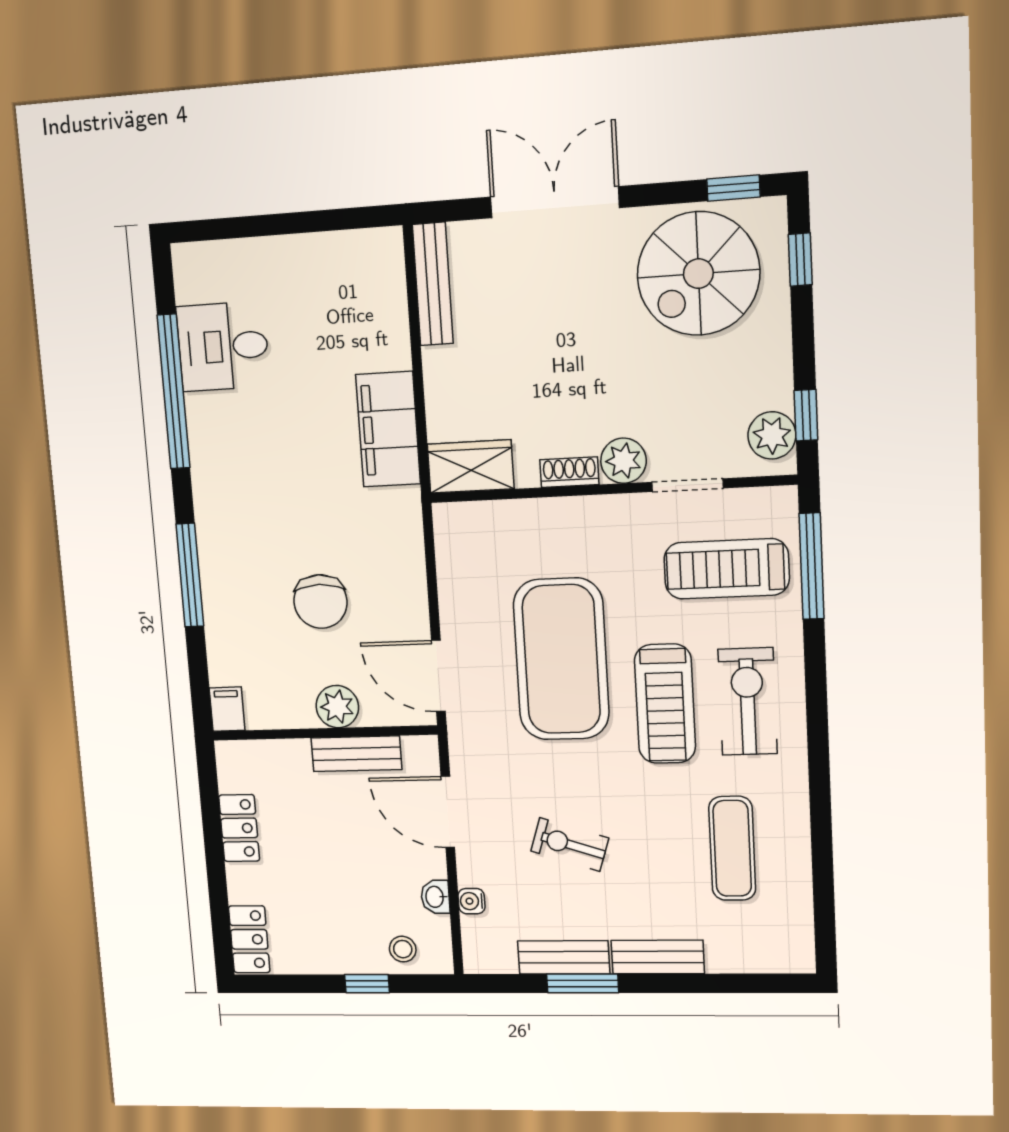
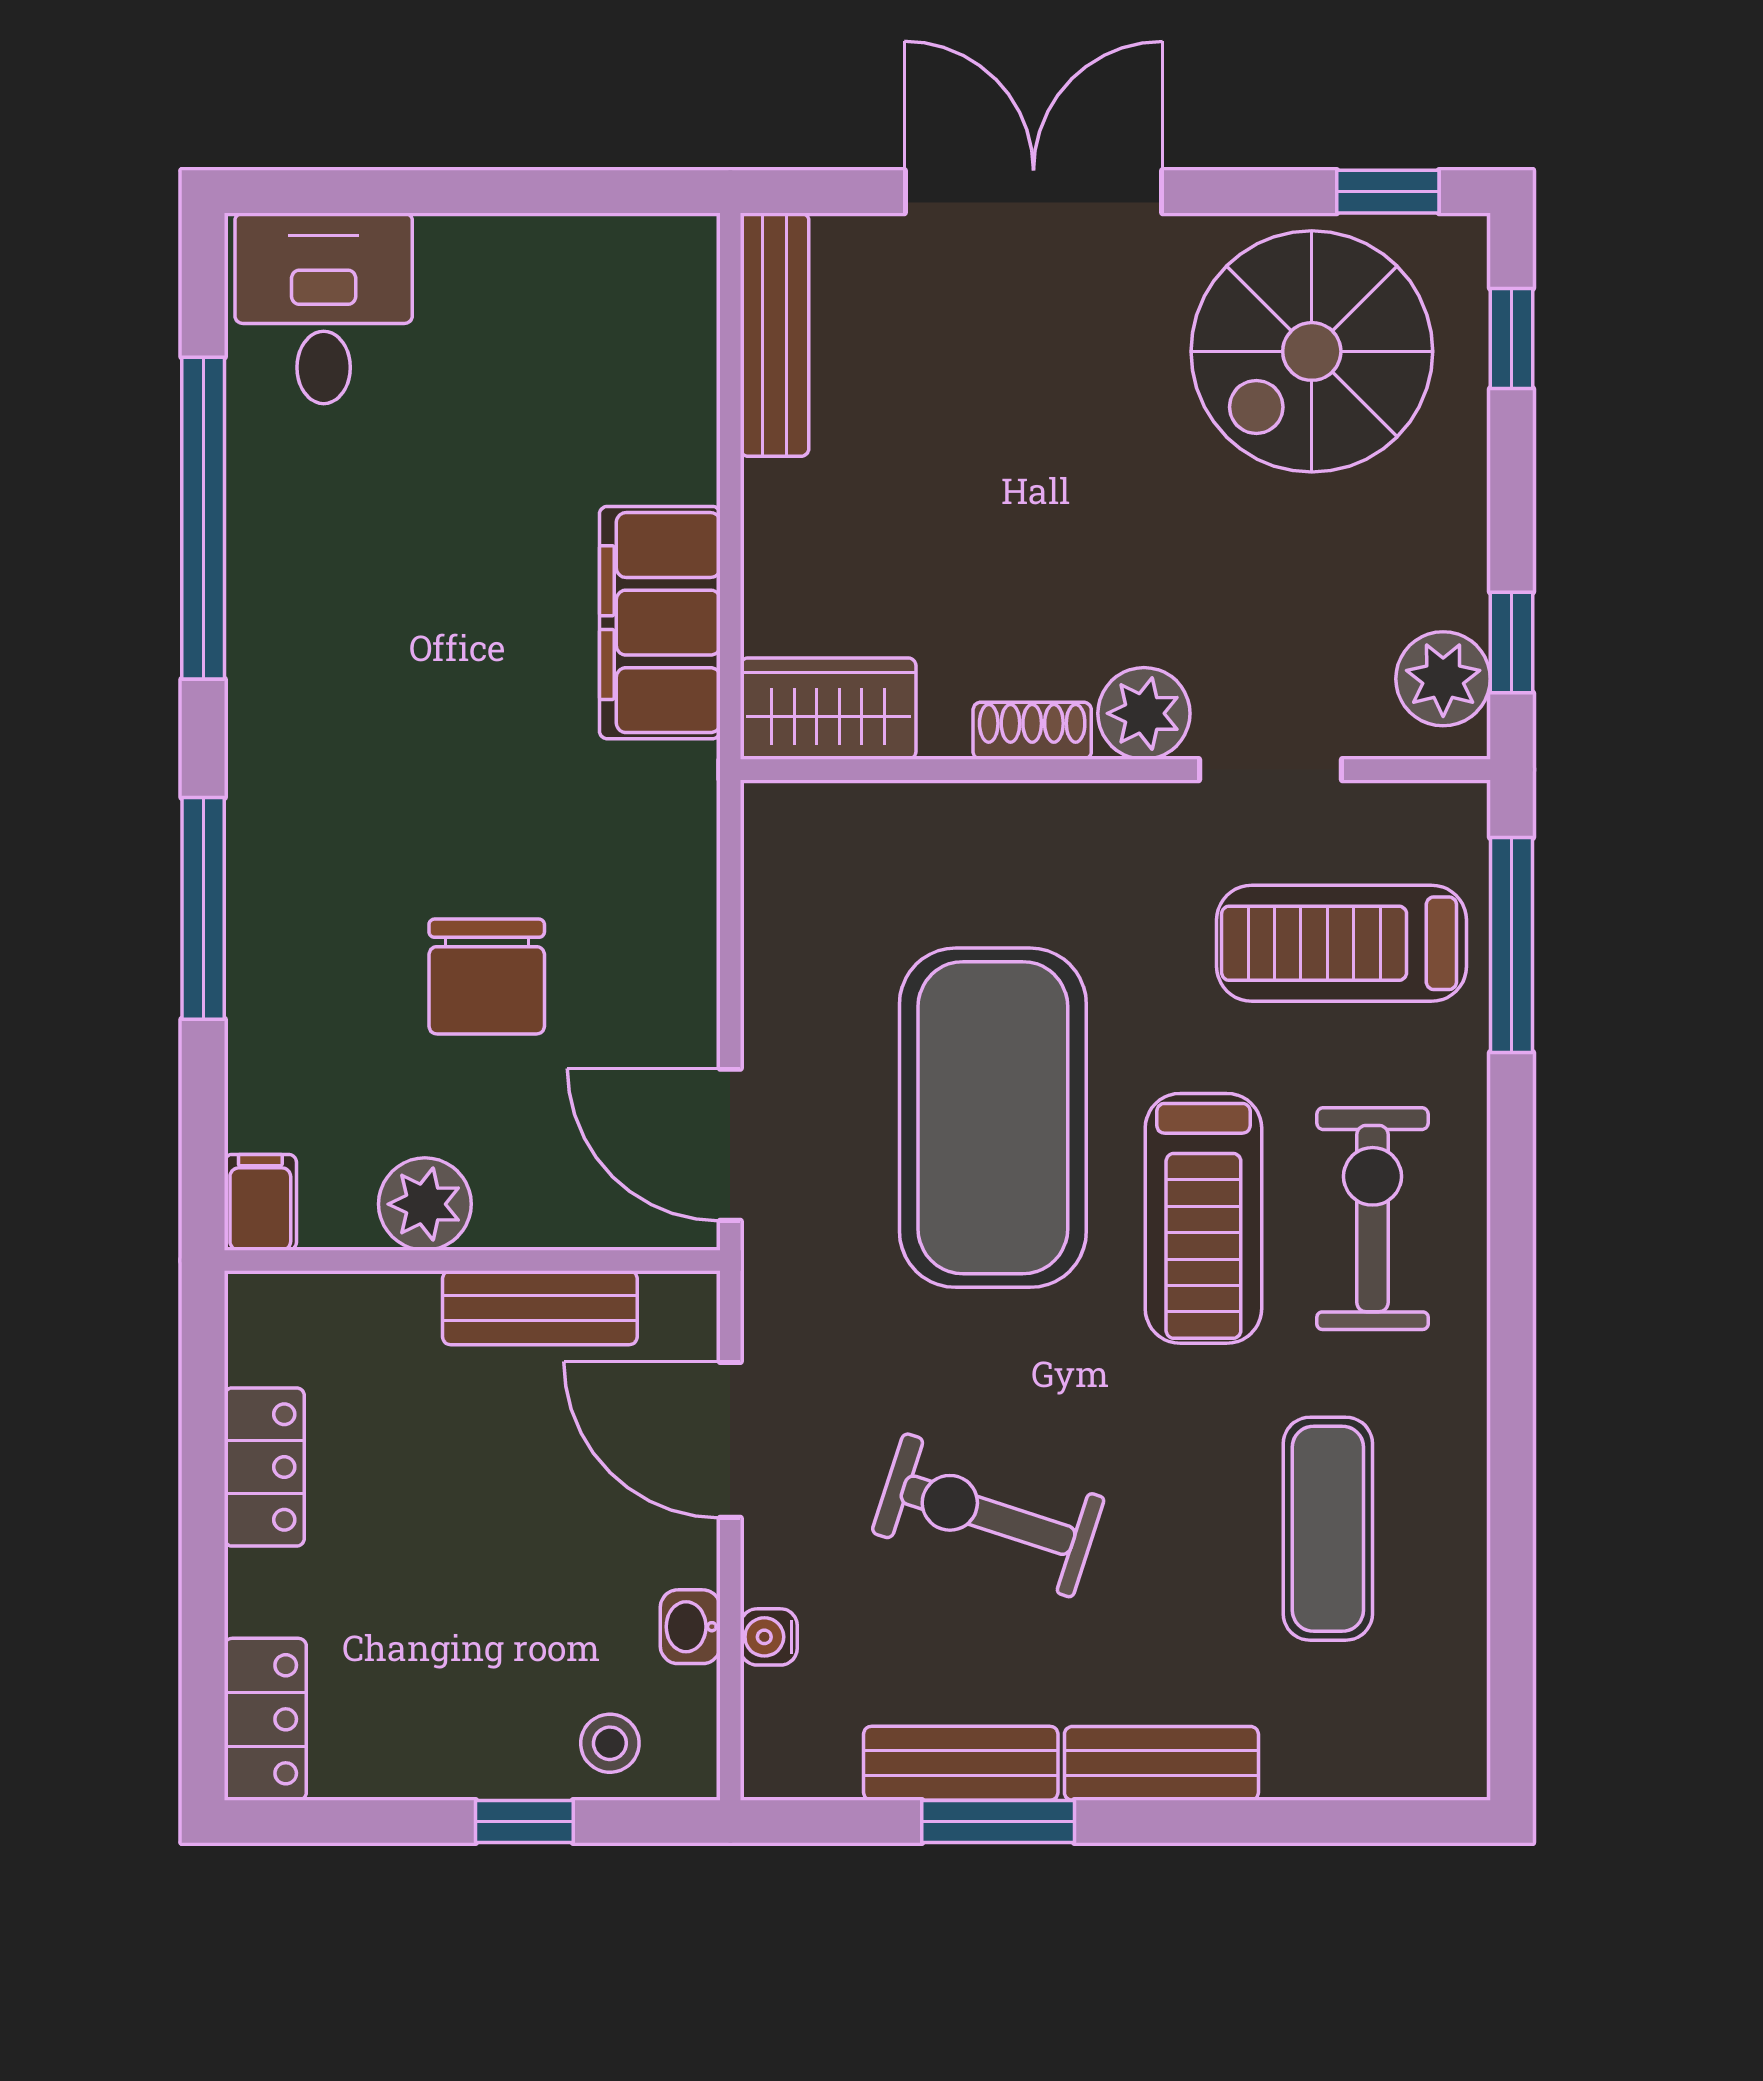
desk: (223, 346) -> (324, 308), moved, turned 90
plant: (337, 707) -> (425, 1204), moved
exercise bike: (570, 845) -> (988, 1515), width x1.38, depth x1.39

